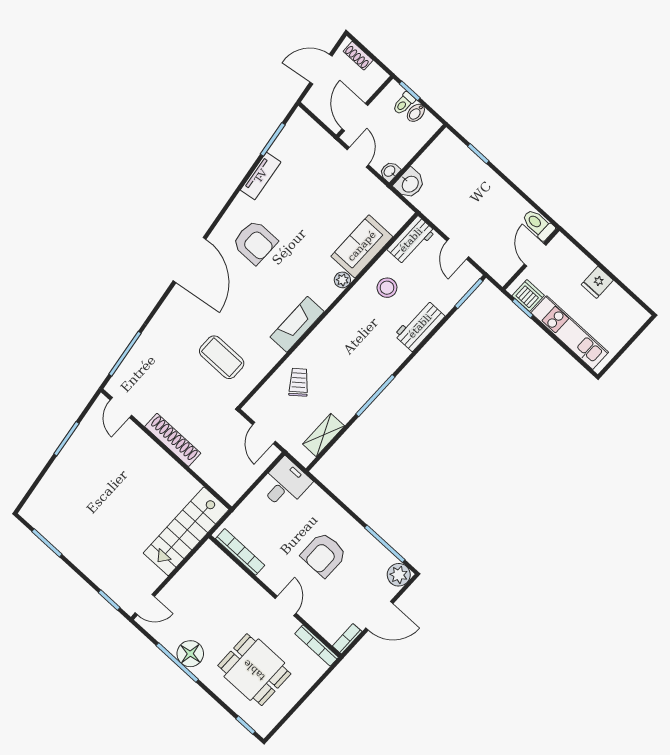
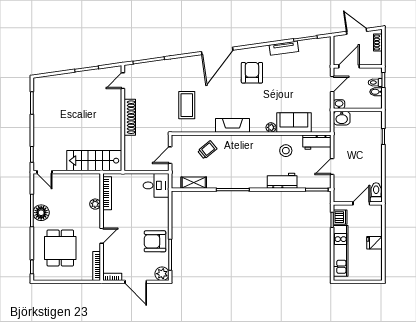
armchair: (255, 242) -> (252, 73), turned 180
armchair: (324, 555) -> (155, 241), moved
plant: (240, 578) -> (95, 204), added

